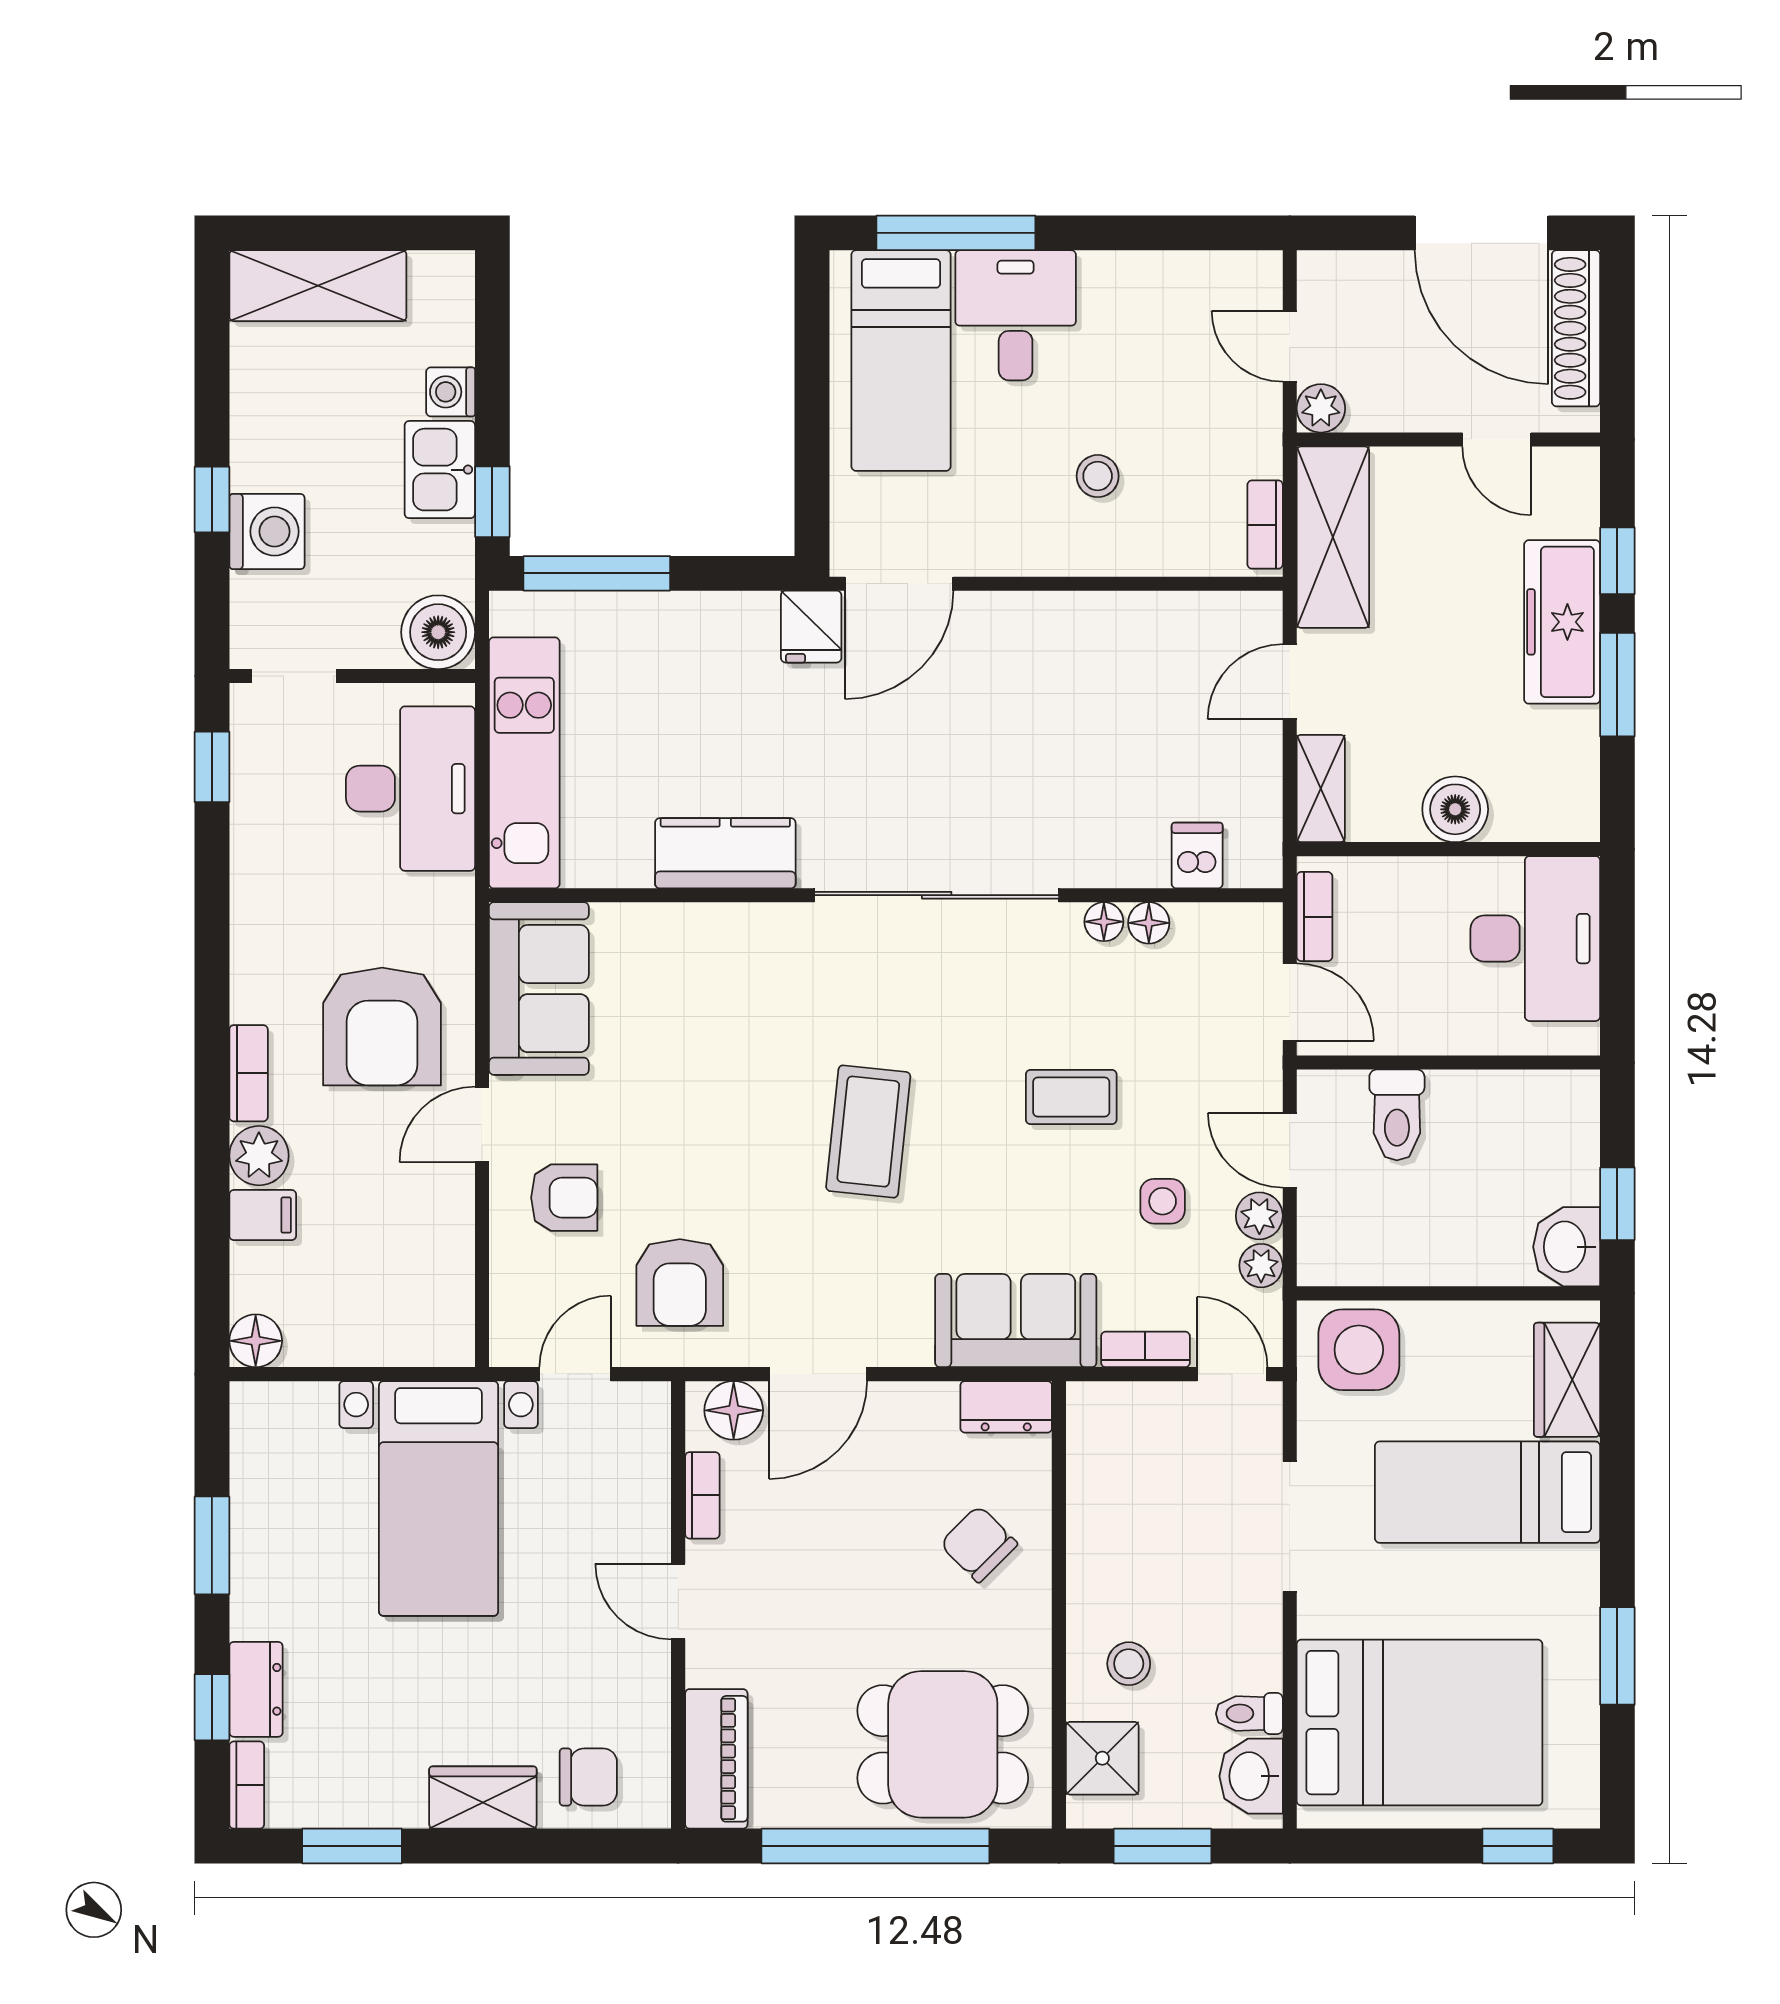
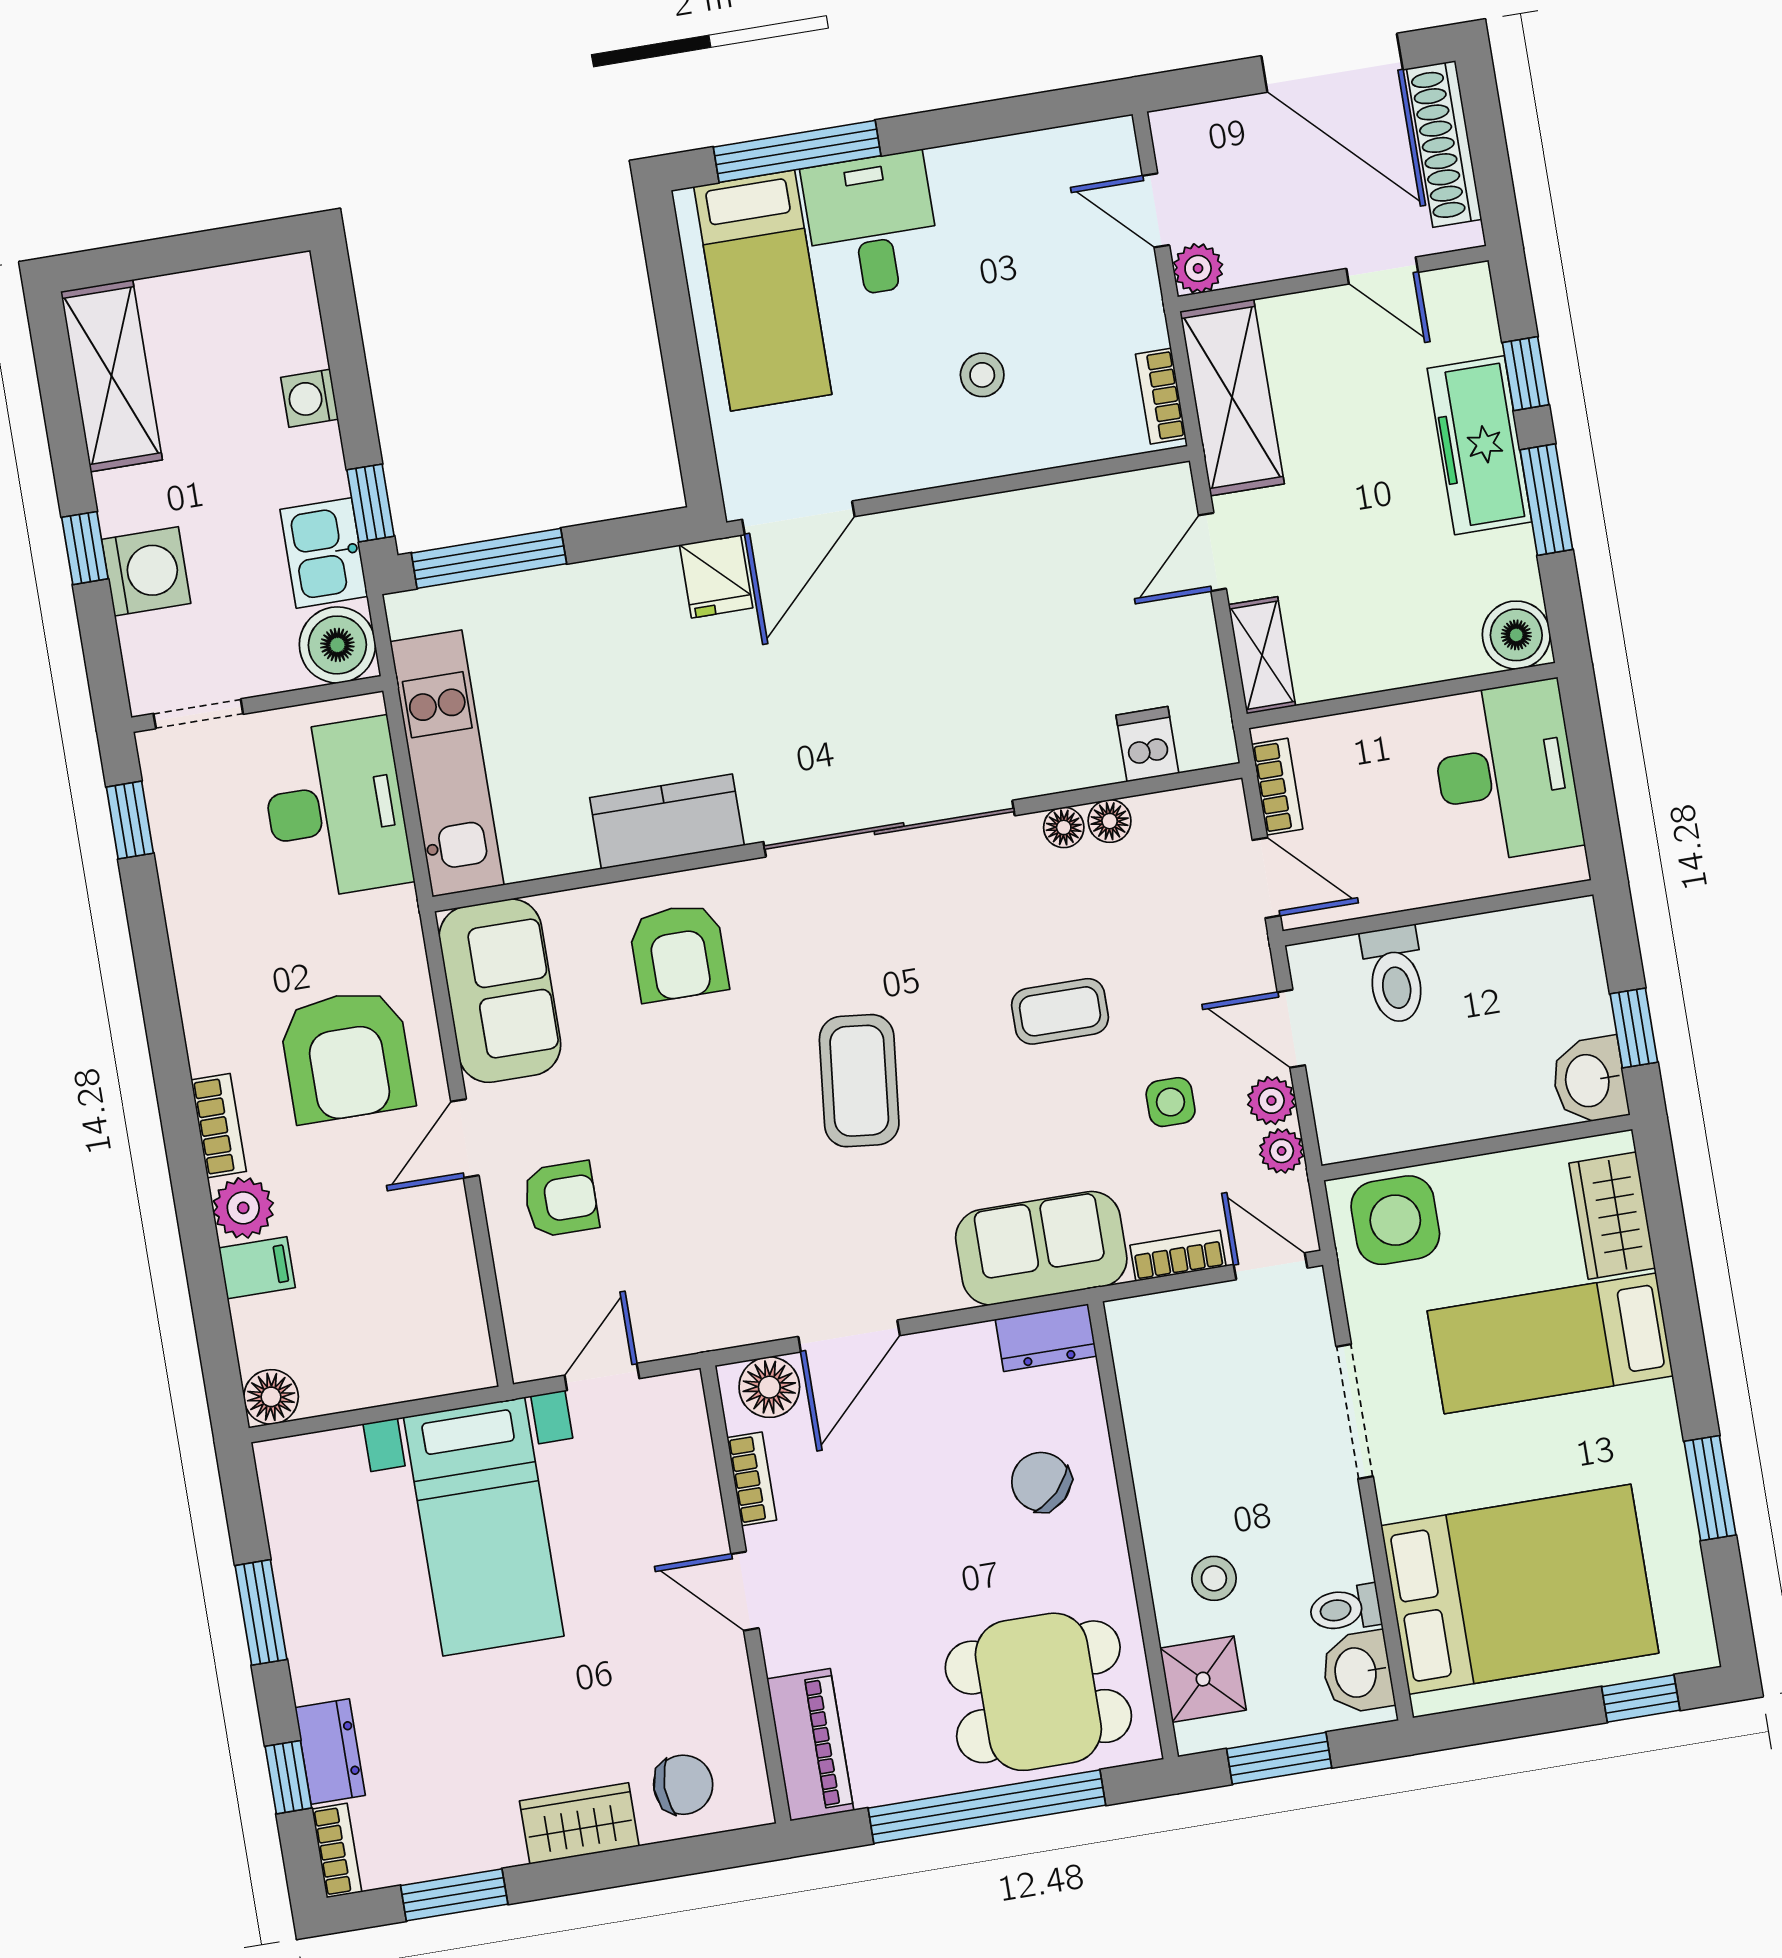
shelving: (318, 286) -> (111, 376), moved, turned 90
kitchen sink: (440, 470) -> (324, 553), moved
boiler: (1455, 809) -> (1516, 635), moved
armchair: (680, 1283) -> (679, 953), moved

